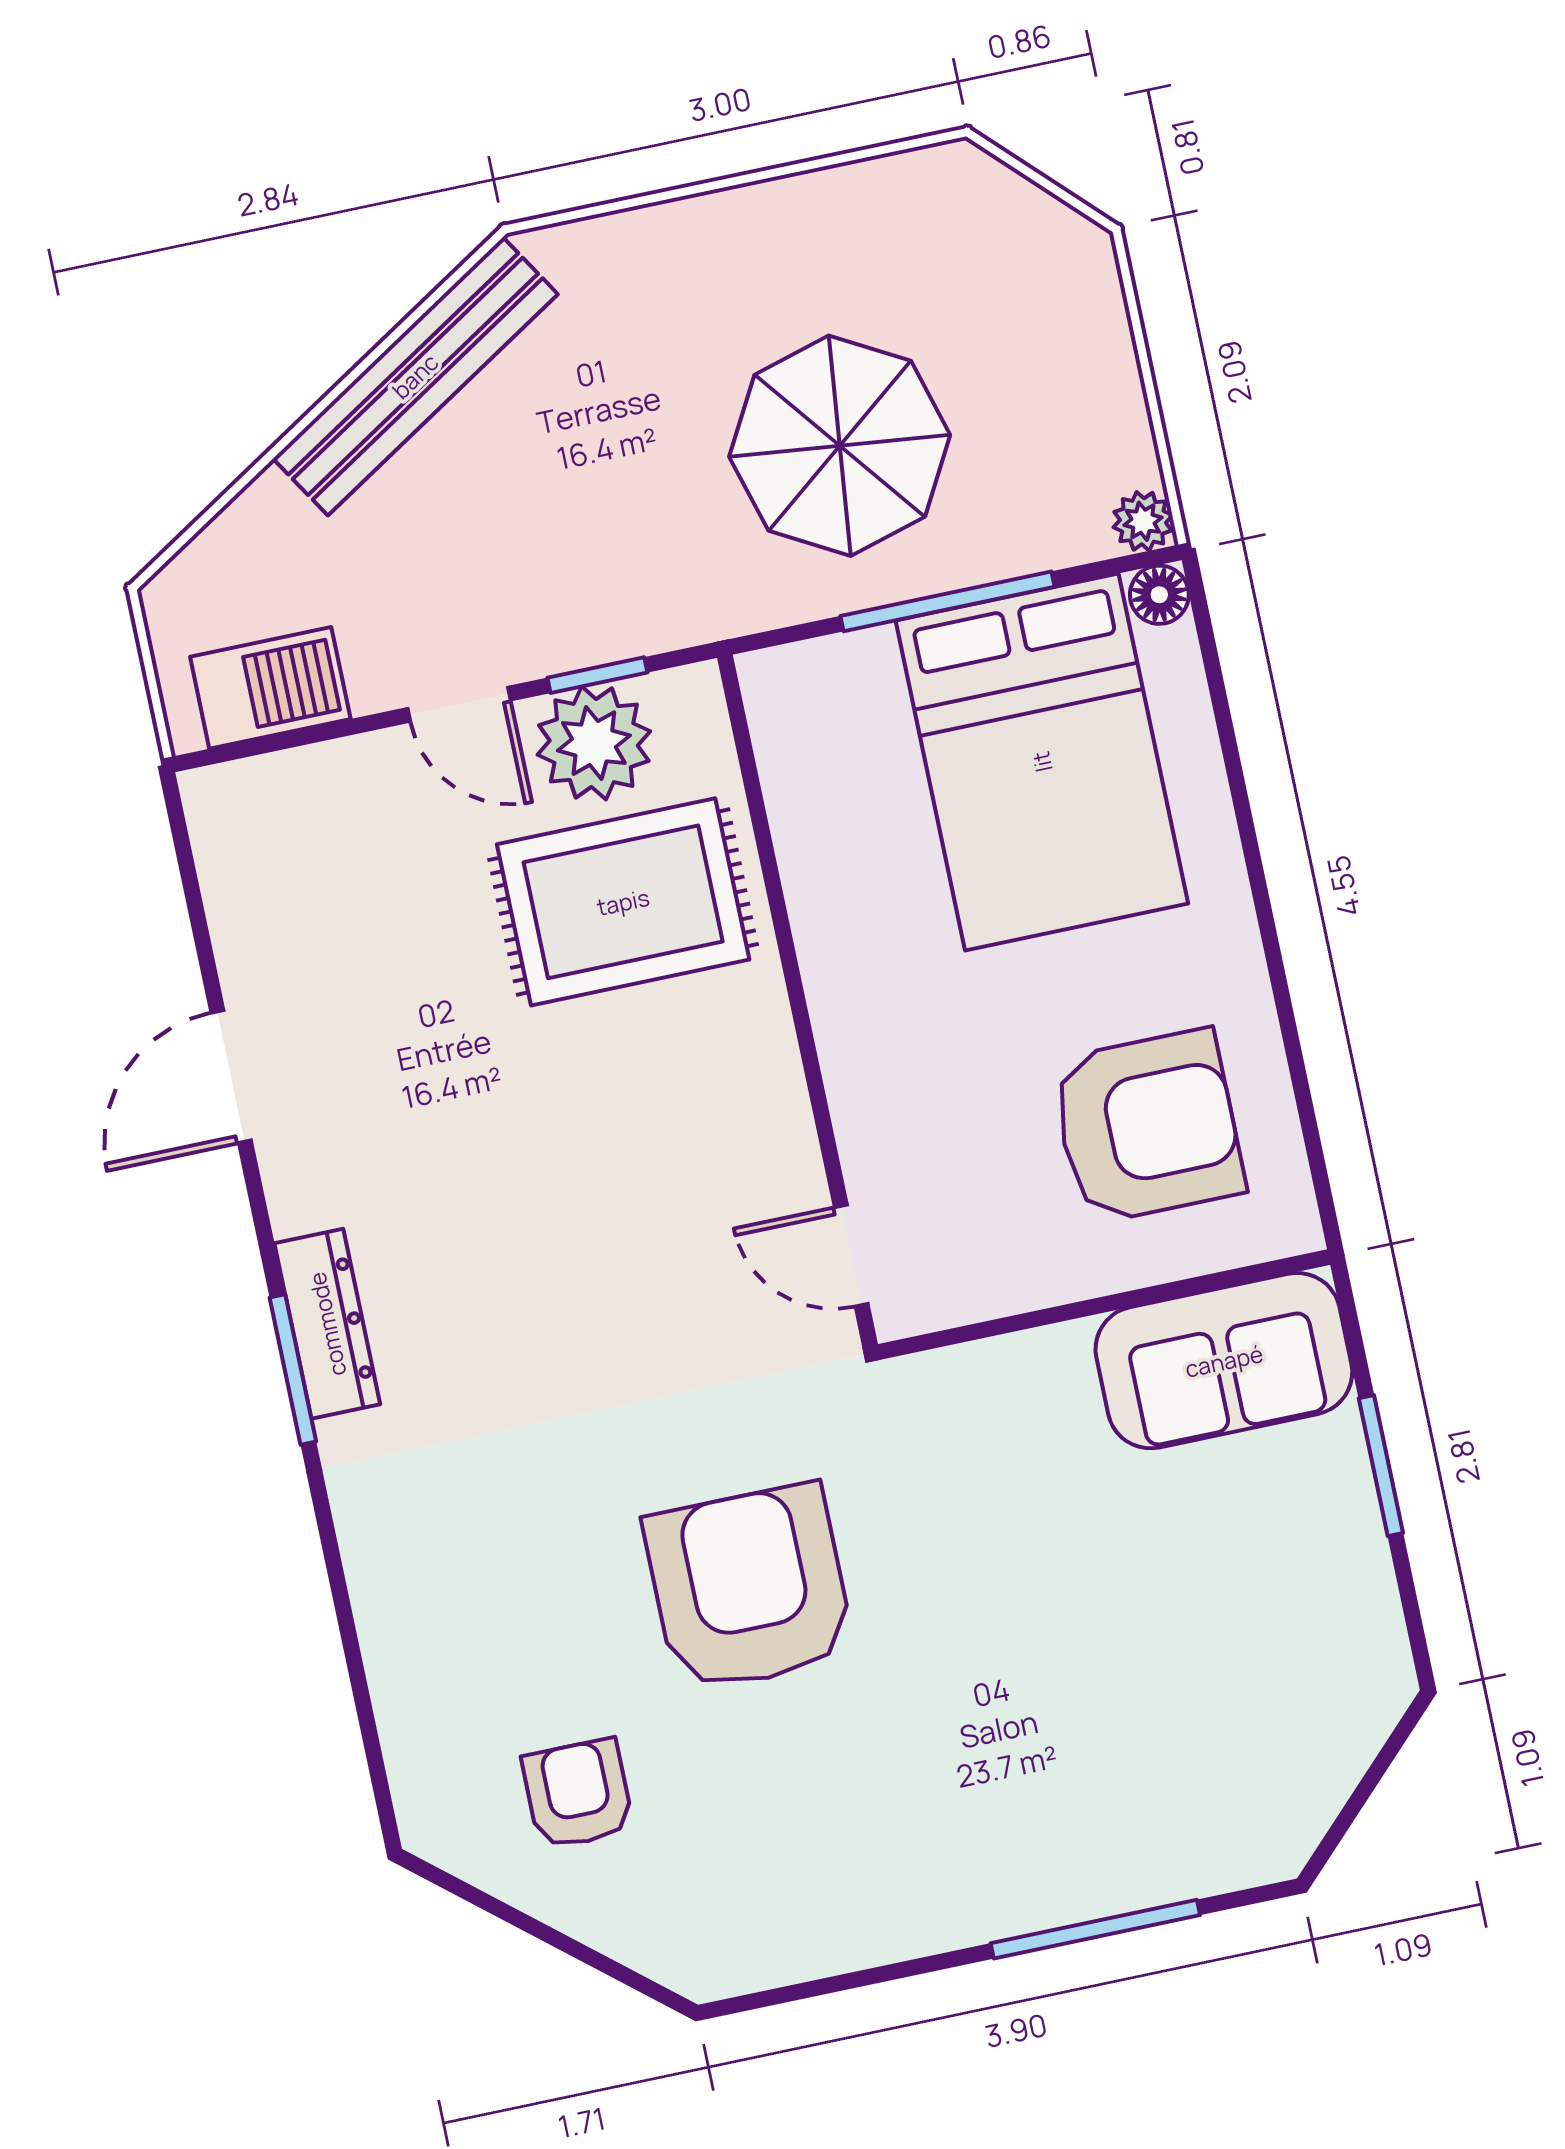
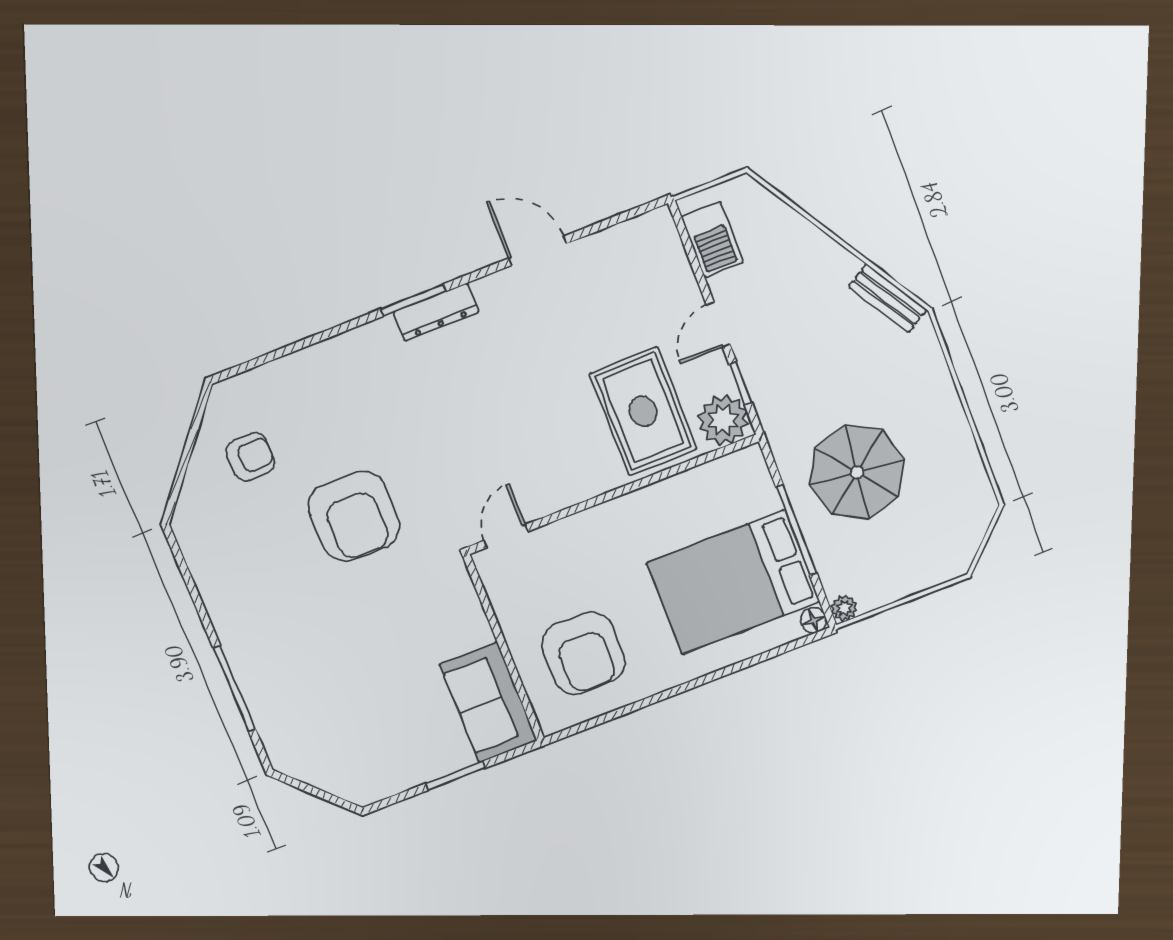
bench: (415, 376) -> (888, 298), width x0.54, depth x0.82
plant: (594, 743) -> (723, 420), moved
armchair: (749, 1588) -> (354, 516), turned 90

